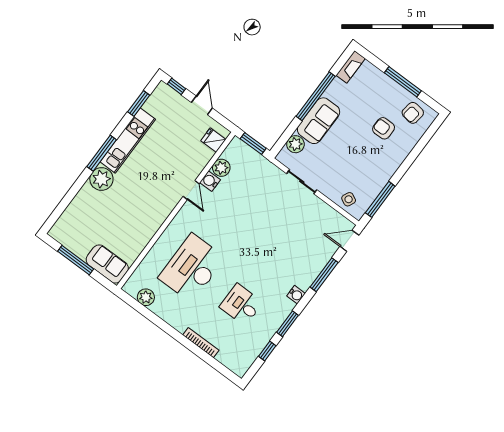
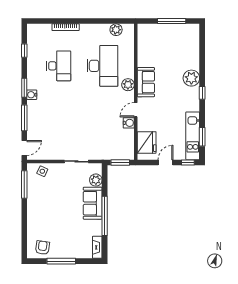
door: (202, 105) -> (165, 162), swing flipped
armchair: (384, 128) -> (53, 226), removed
fridge: (213, 140) -> (147, 142), width x1.88, depth x1.34
kitchen unit: (128, 141) -> (193, 136), moved
window: (102, 153) -> (202, 93), width x0.46
plant: (221, 168) -> (128, 85), moved
door: (191, 190) -> (136, 110), hinge flipped
sofa: (107, 264) -> (146, 82), moved, turned -90
desk: (241, 305) -> (59, 66), width x1.37
window: (288, 324) -> (24, 88), moved

